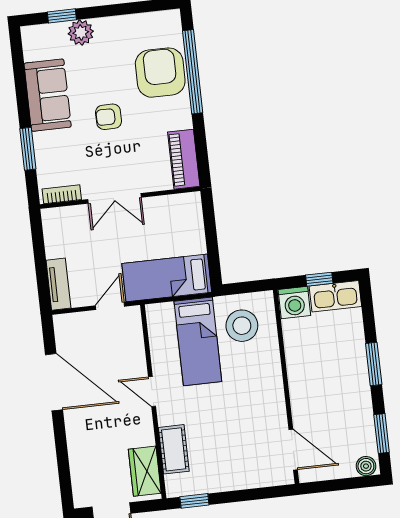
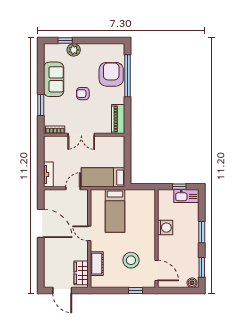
washing machine: (294, 303) -> (165, 228), moved, turned -90
stool: (242, 326) -> (131, 260), moved
window: (194, 501) -> (135, 291), moved

